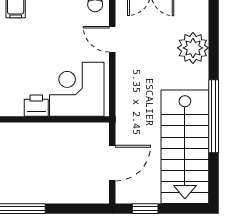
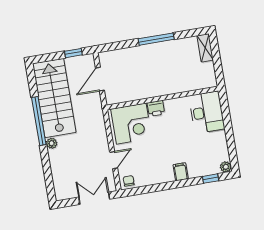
door: (112, 39) -> (114, 160), hinge flipped
plant: (193, 48) -> (52, 143), moved, width x0.53, depth x0.53

